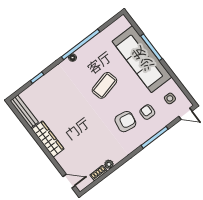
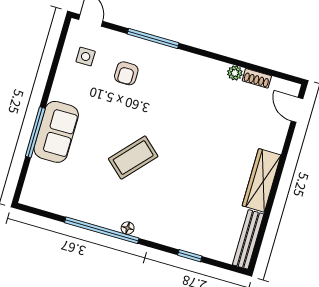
sofa: (142, 59) -> (56, 132), width x0.54, depth x0.79
coffee table: (104, 85) -> (133, 158), turned -34
armchair: (125, 122) -> (161, 93), removed

